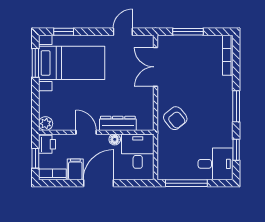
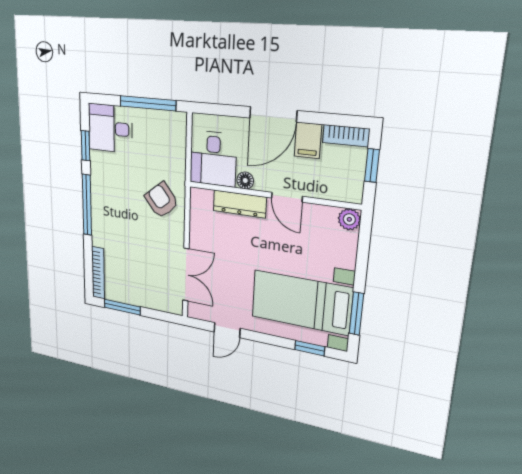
window: (188, 32) -> (122, 307), moved
window: (236, 106) -> (87, 205), width x1.44
printer: (47, 144) -> (350, 186), removed

